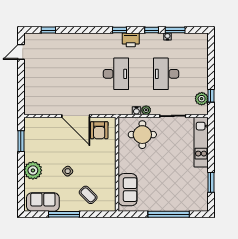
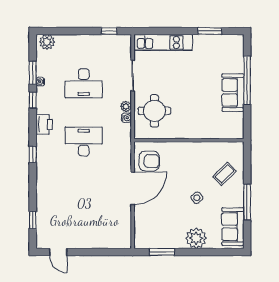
window: (119, 30) -> (33, 154), moved
plant: (202, 99) -> (47, 42), moved
sofa: (128, 190) -> (233, 93), moved, turned -90

